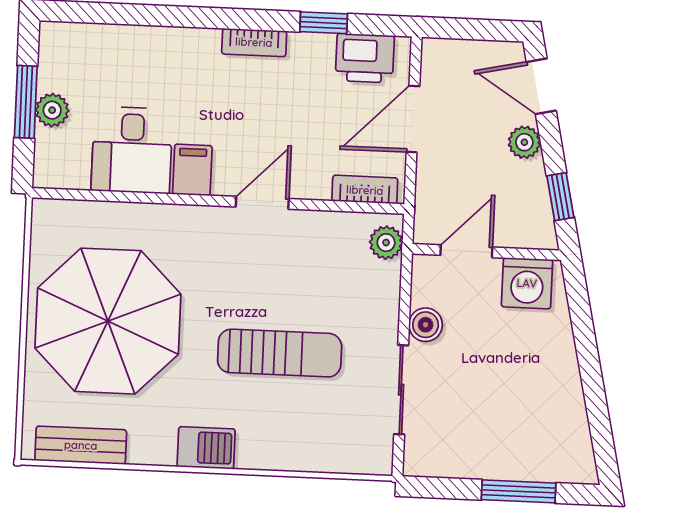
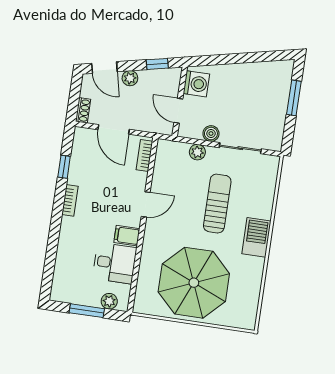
shoe rack: (447, 51) -> (83, 110), added
printer: (365, 58) -> (83, 149), removed
door: (541, 86) -> (104, 68), hinge flipped
plant: (52, 110) -> (109, 301), moved
door: (262, 203) -> (146, 204), swing flipped
plant: (386, 243) -> (197, 152), moved
bench: (81, 445) -> (251, 302), removed
barbecue: (206, 448) -> (256, 237), width x1.38, depth x1.27

